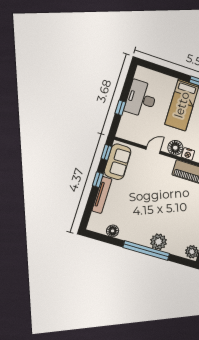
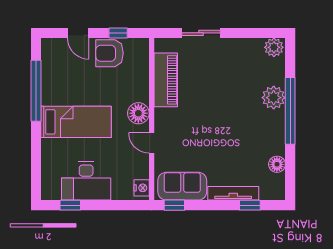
window: (120, 108) -> (70, 205), moved
nightstand: (188, 154) -> (142, 188), moved
window: (98, 180) -> (250, 205), moved

